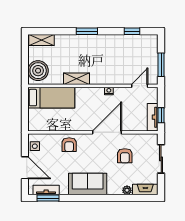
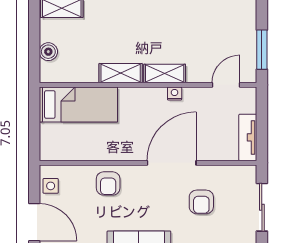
boiler: (38, 71) -> (48, 52), width x0.54, depth x0.54
shelving: (103, 79) -> (165, 73), added
window: (161, 115) -> (262, 134), removed

